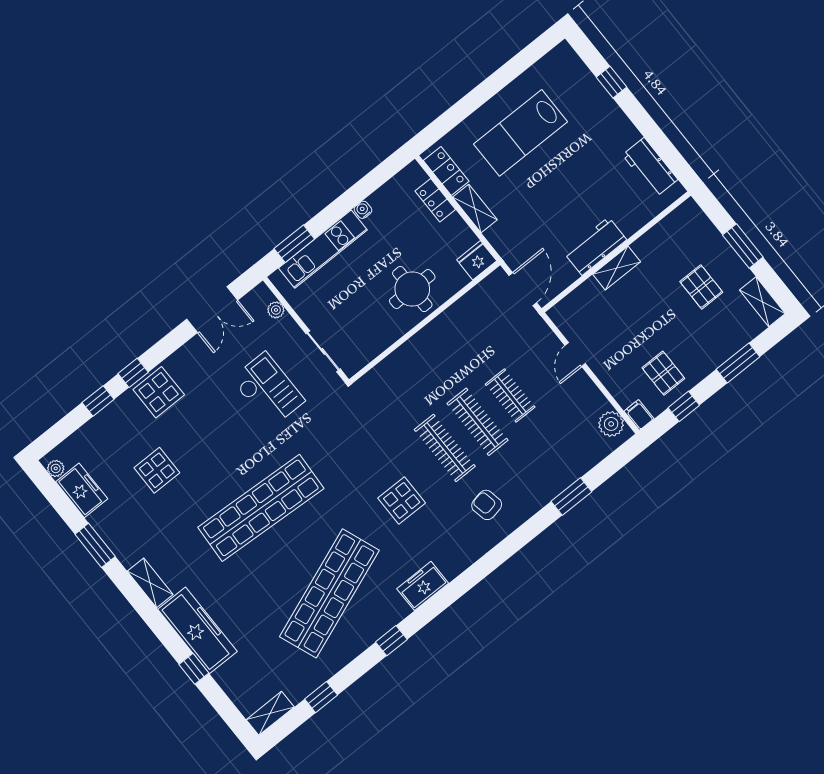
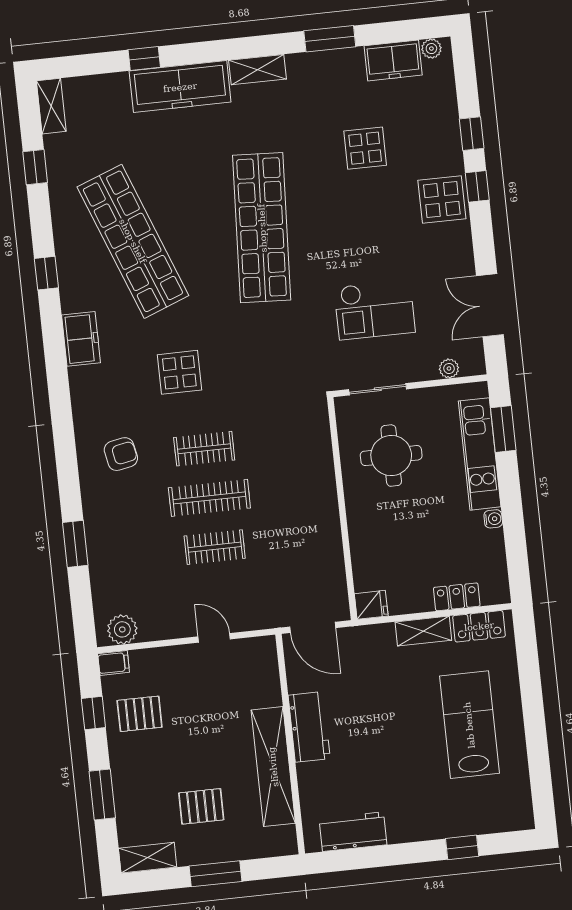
fridge: (477, 260) -> (371, 605), width x0.72
shelving: (617, 268) -> (273, 767), width x2.20, depth x1.33
round table: (412, 289) -> (391, 456), moved
clothes rail: (445, 448) -> (204, 449), width x0.73

